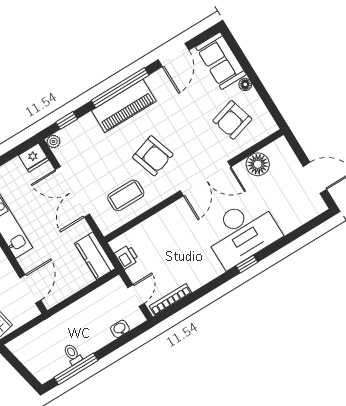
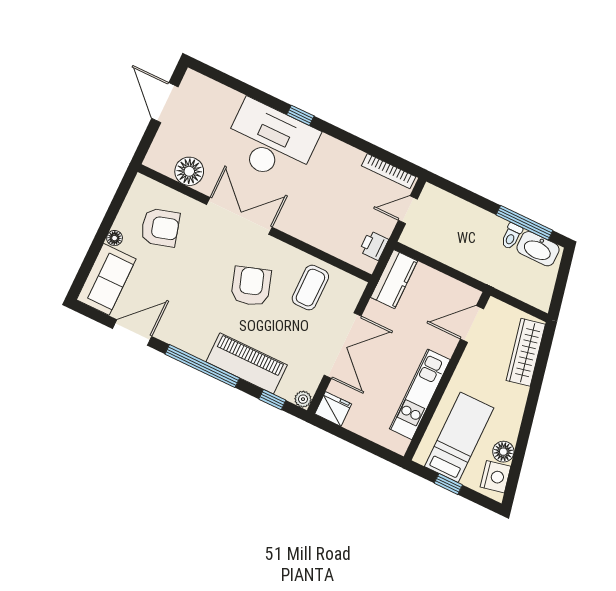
piano: (124, 106) -> (247, 363), moved
coffee table: (126, 195) -> (310, 288), turned 90
washbasin: (120, 329) -> (538, 249), moved, width x1.91, depth x1.45

